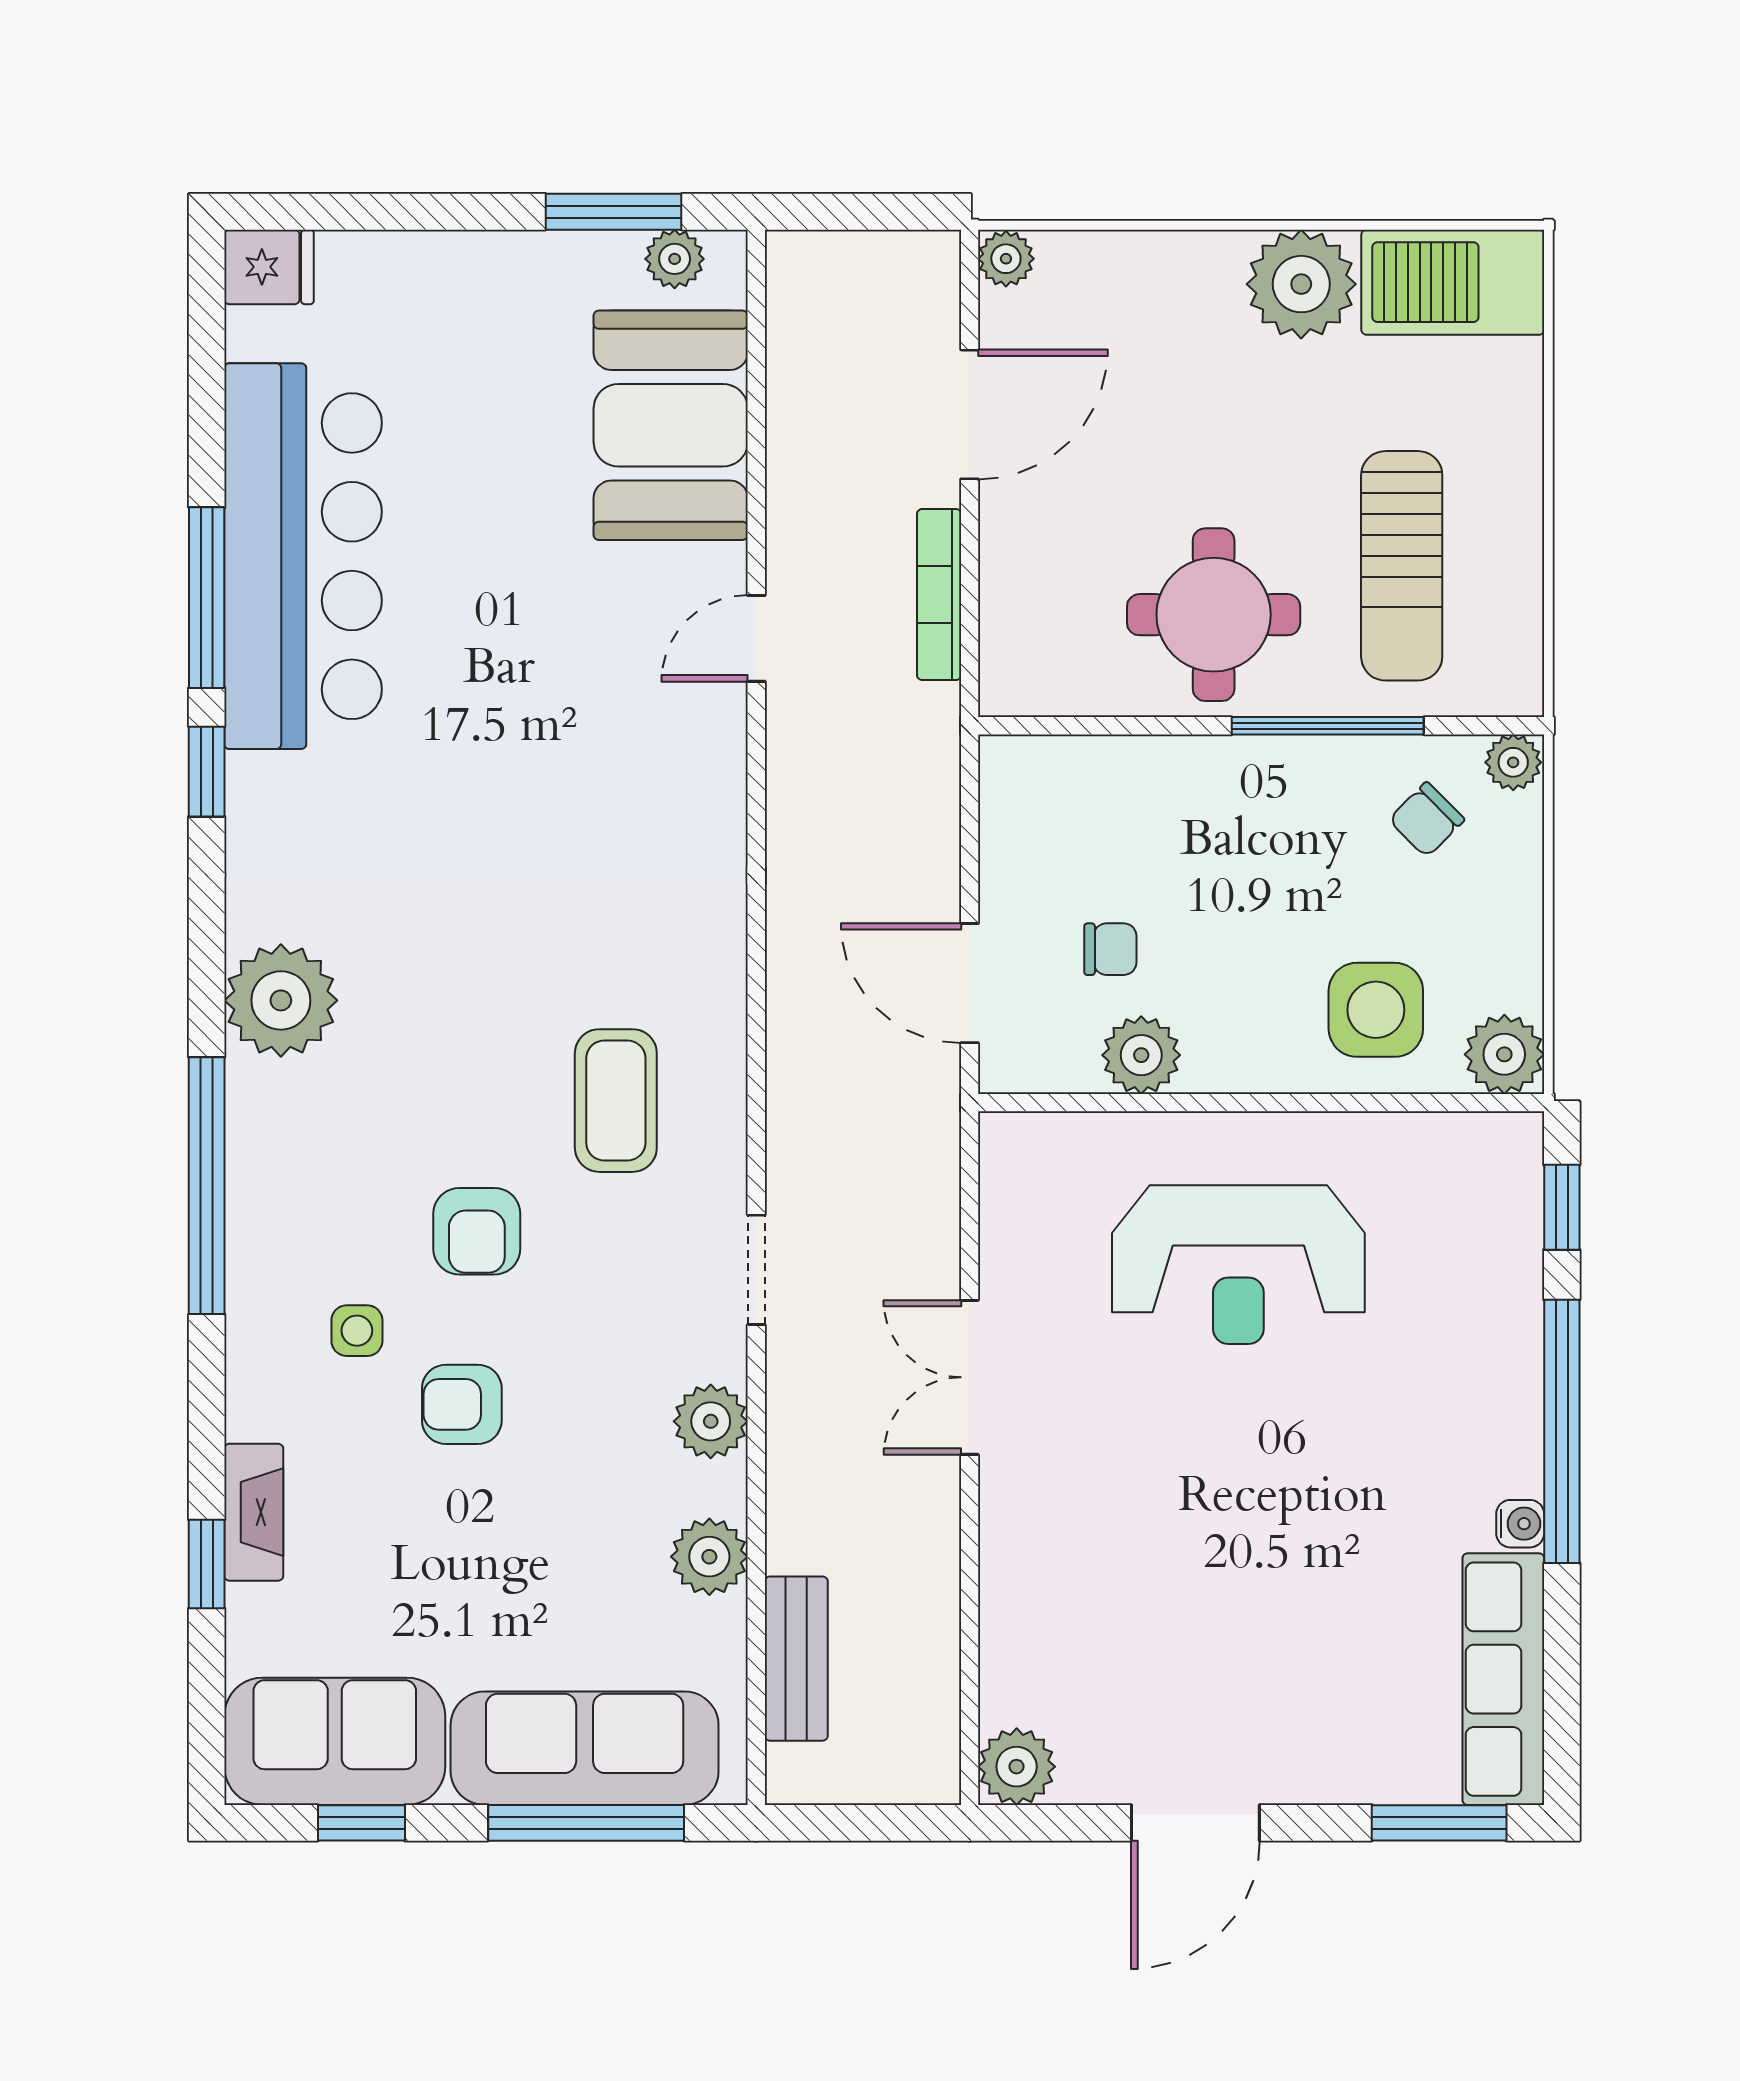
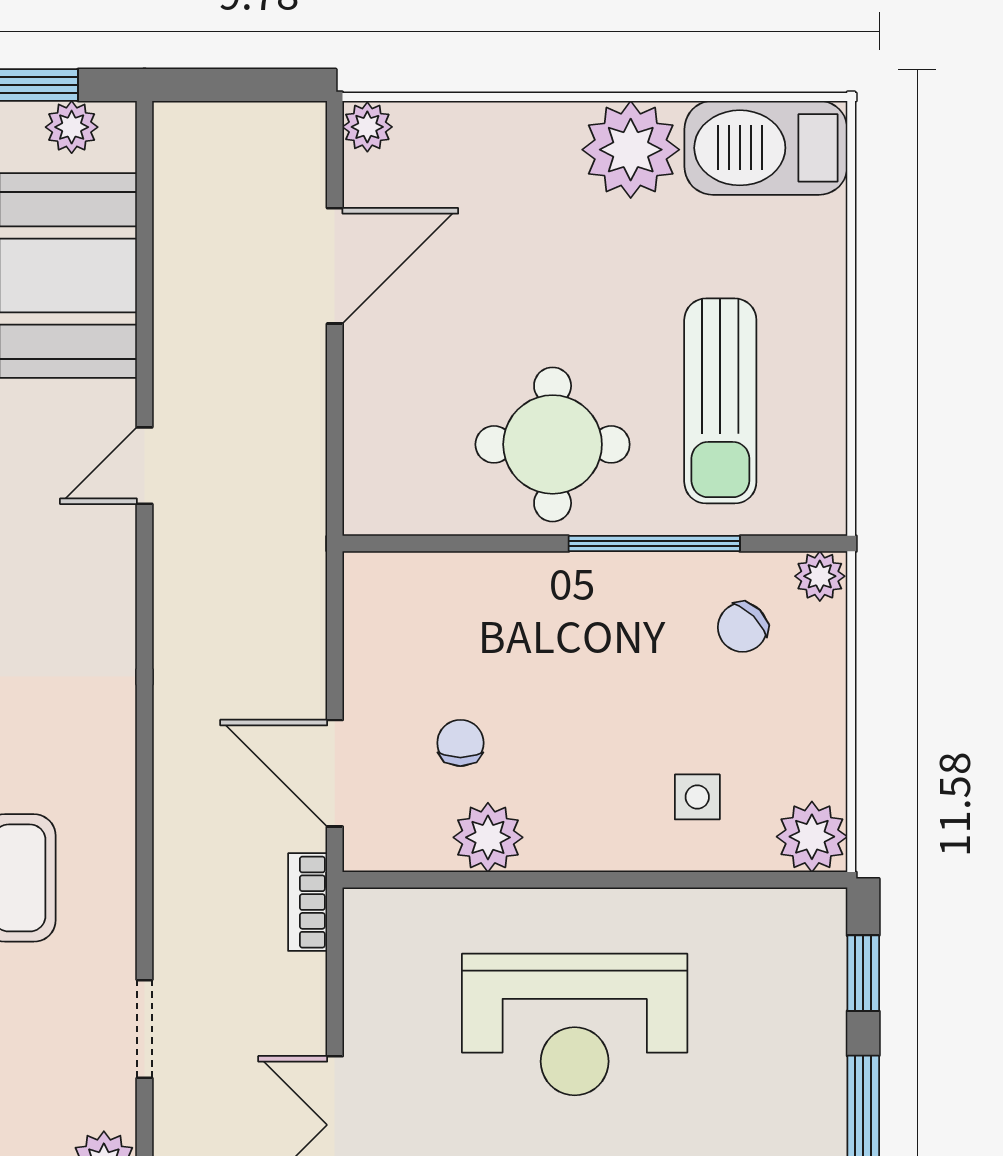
bookcase: (939, 595) -> (308, 902), moved, width x0.64
chair: (1110, 949) -> (460, 743), turned -90
side table: (1376, 1010) -> (697, 797), width x0.54, depth x0.54

